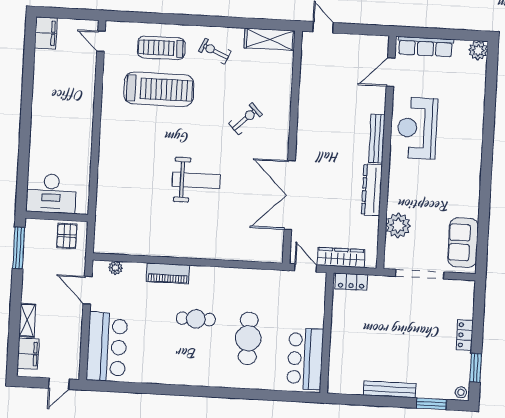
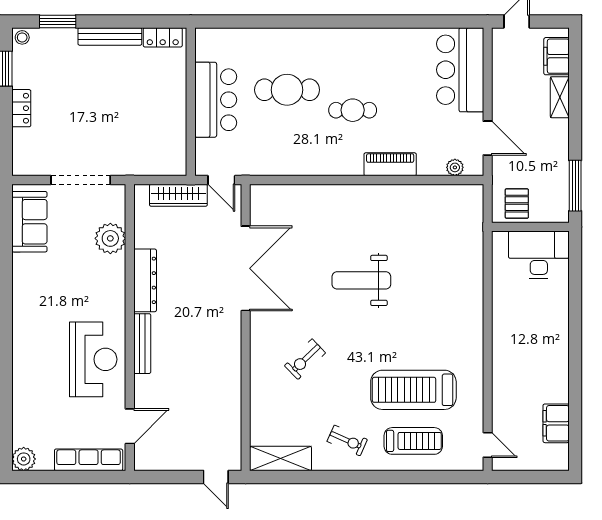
filing cabinet: (46, 33) -> (556, 423), moved
locker: (351, 282) -> (163, 37), moved, turned 180
cafe table: (248, 338) -> (287, 90), turned 90
bar counter: (305, 359) -> (216, 100), moved

